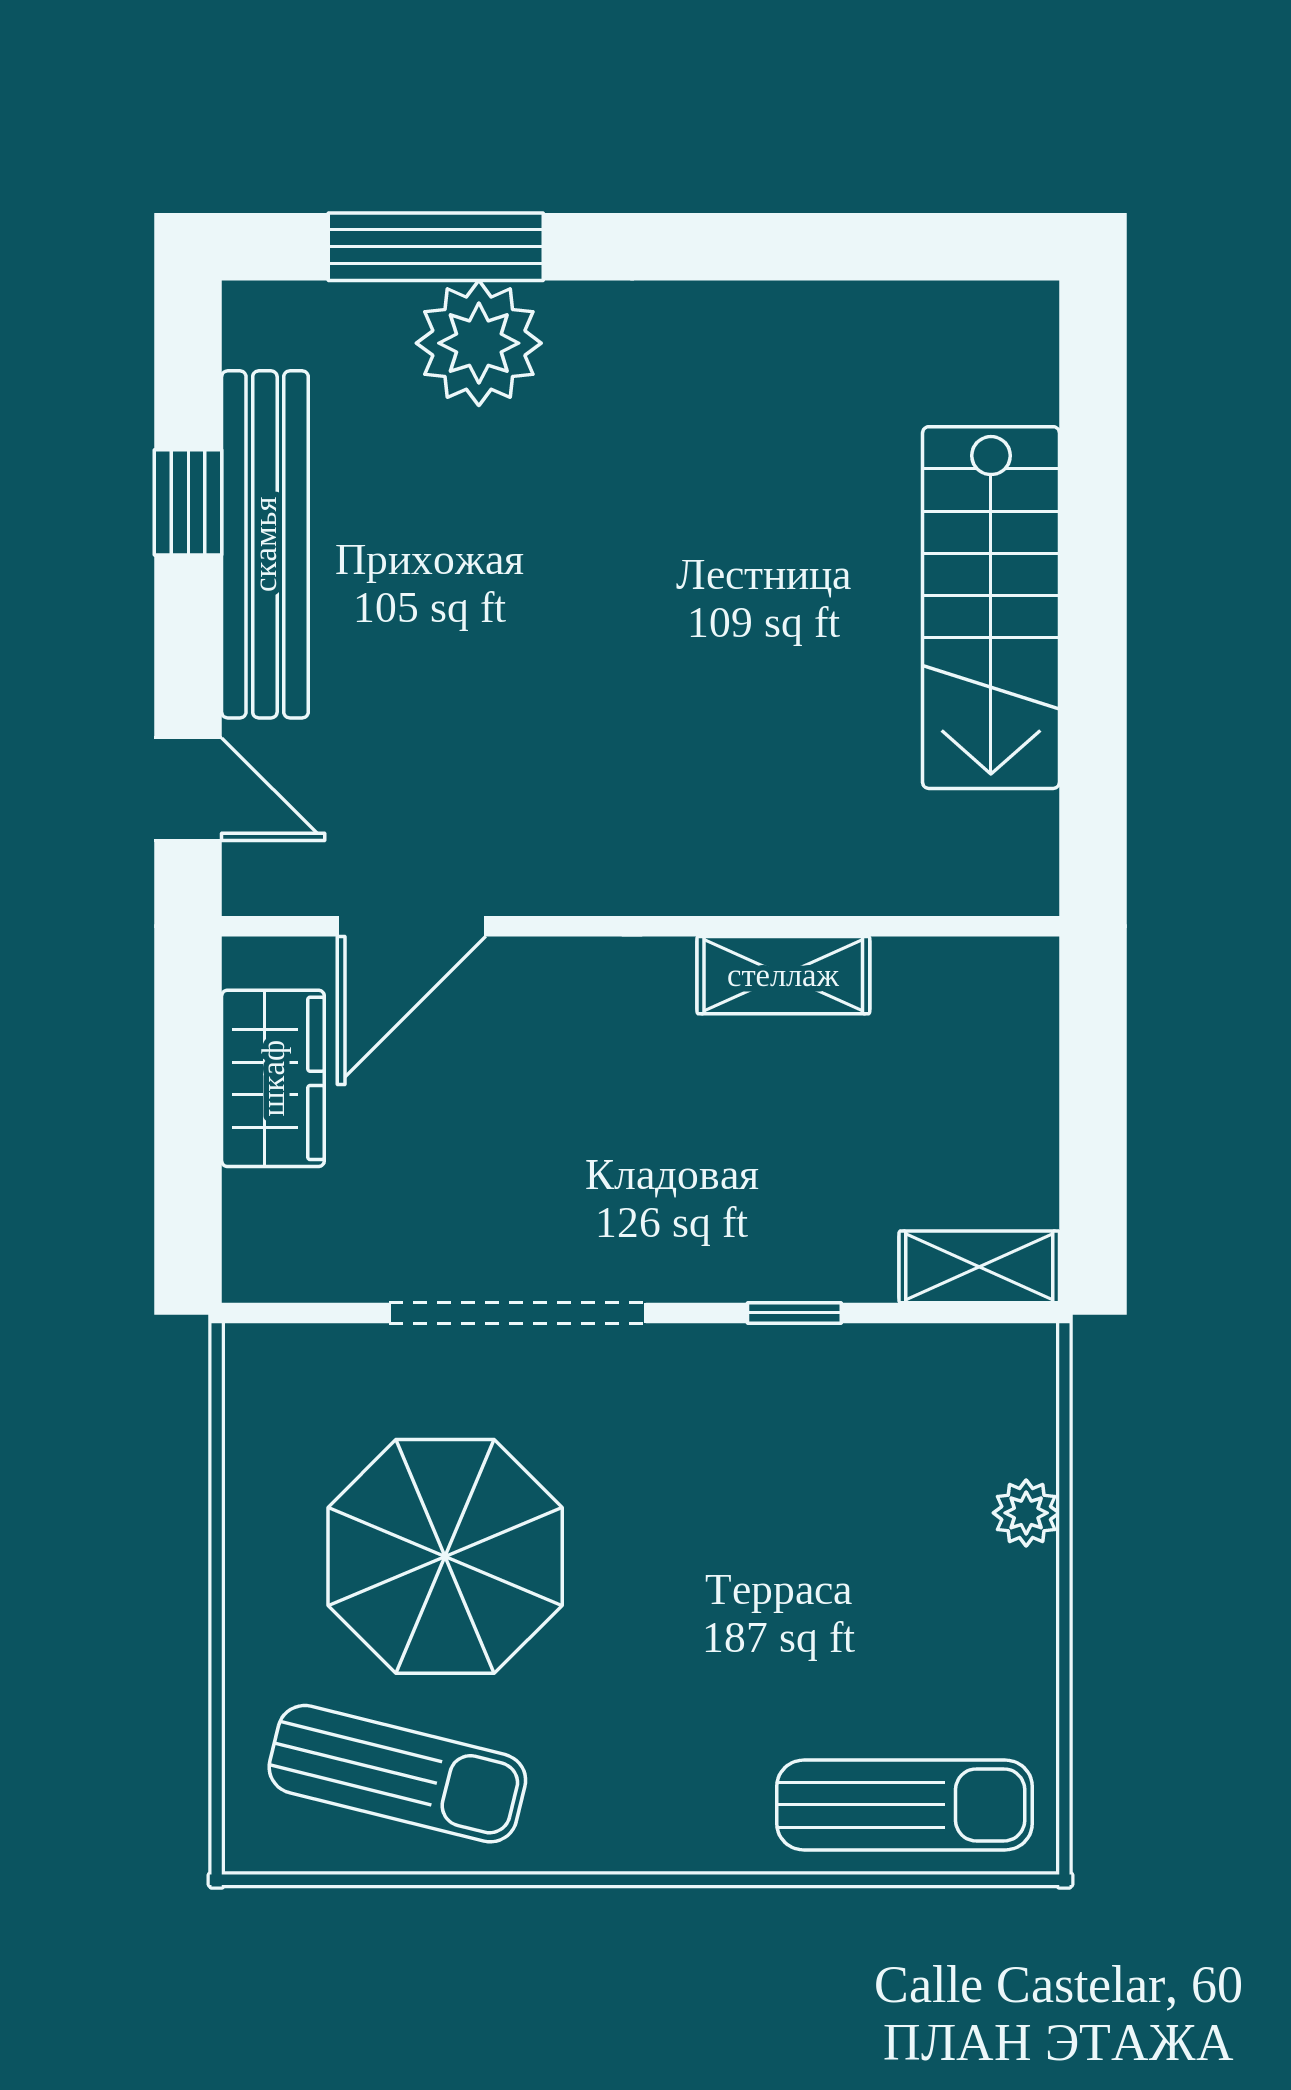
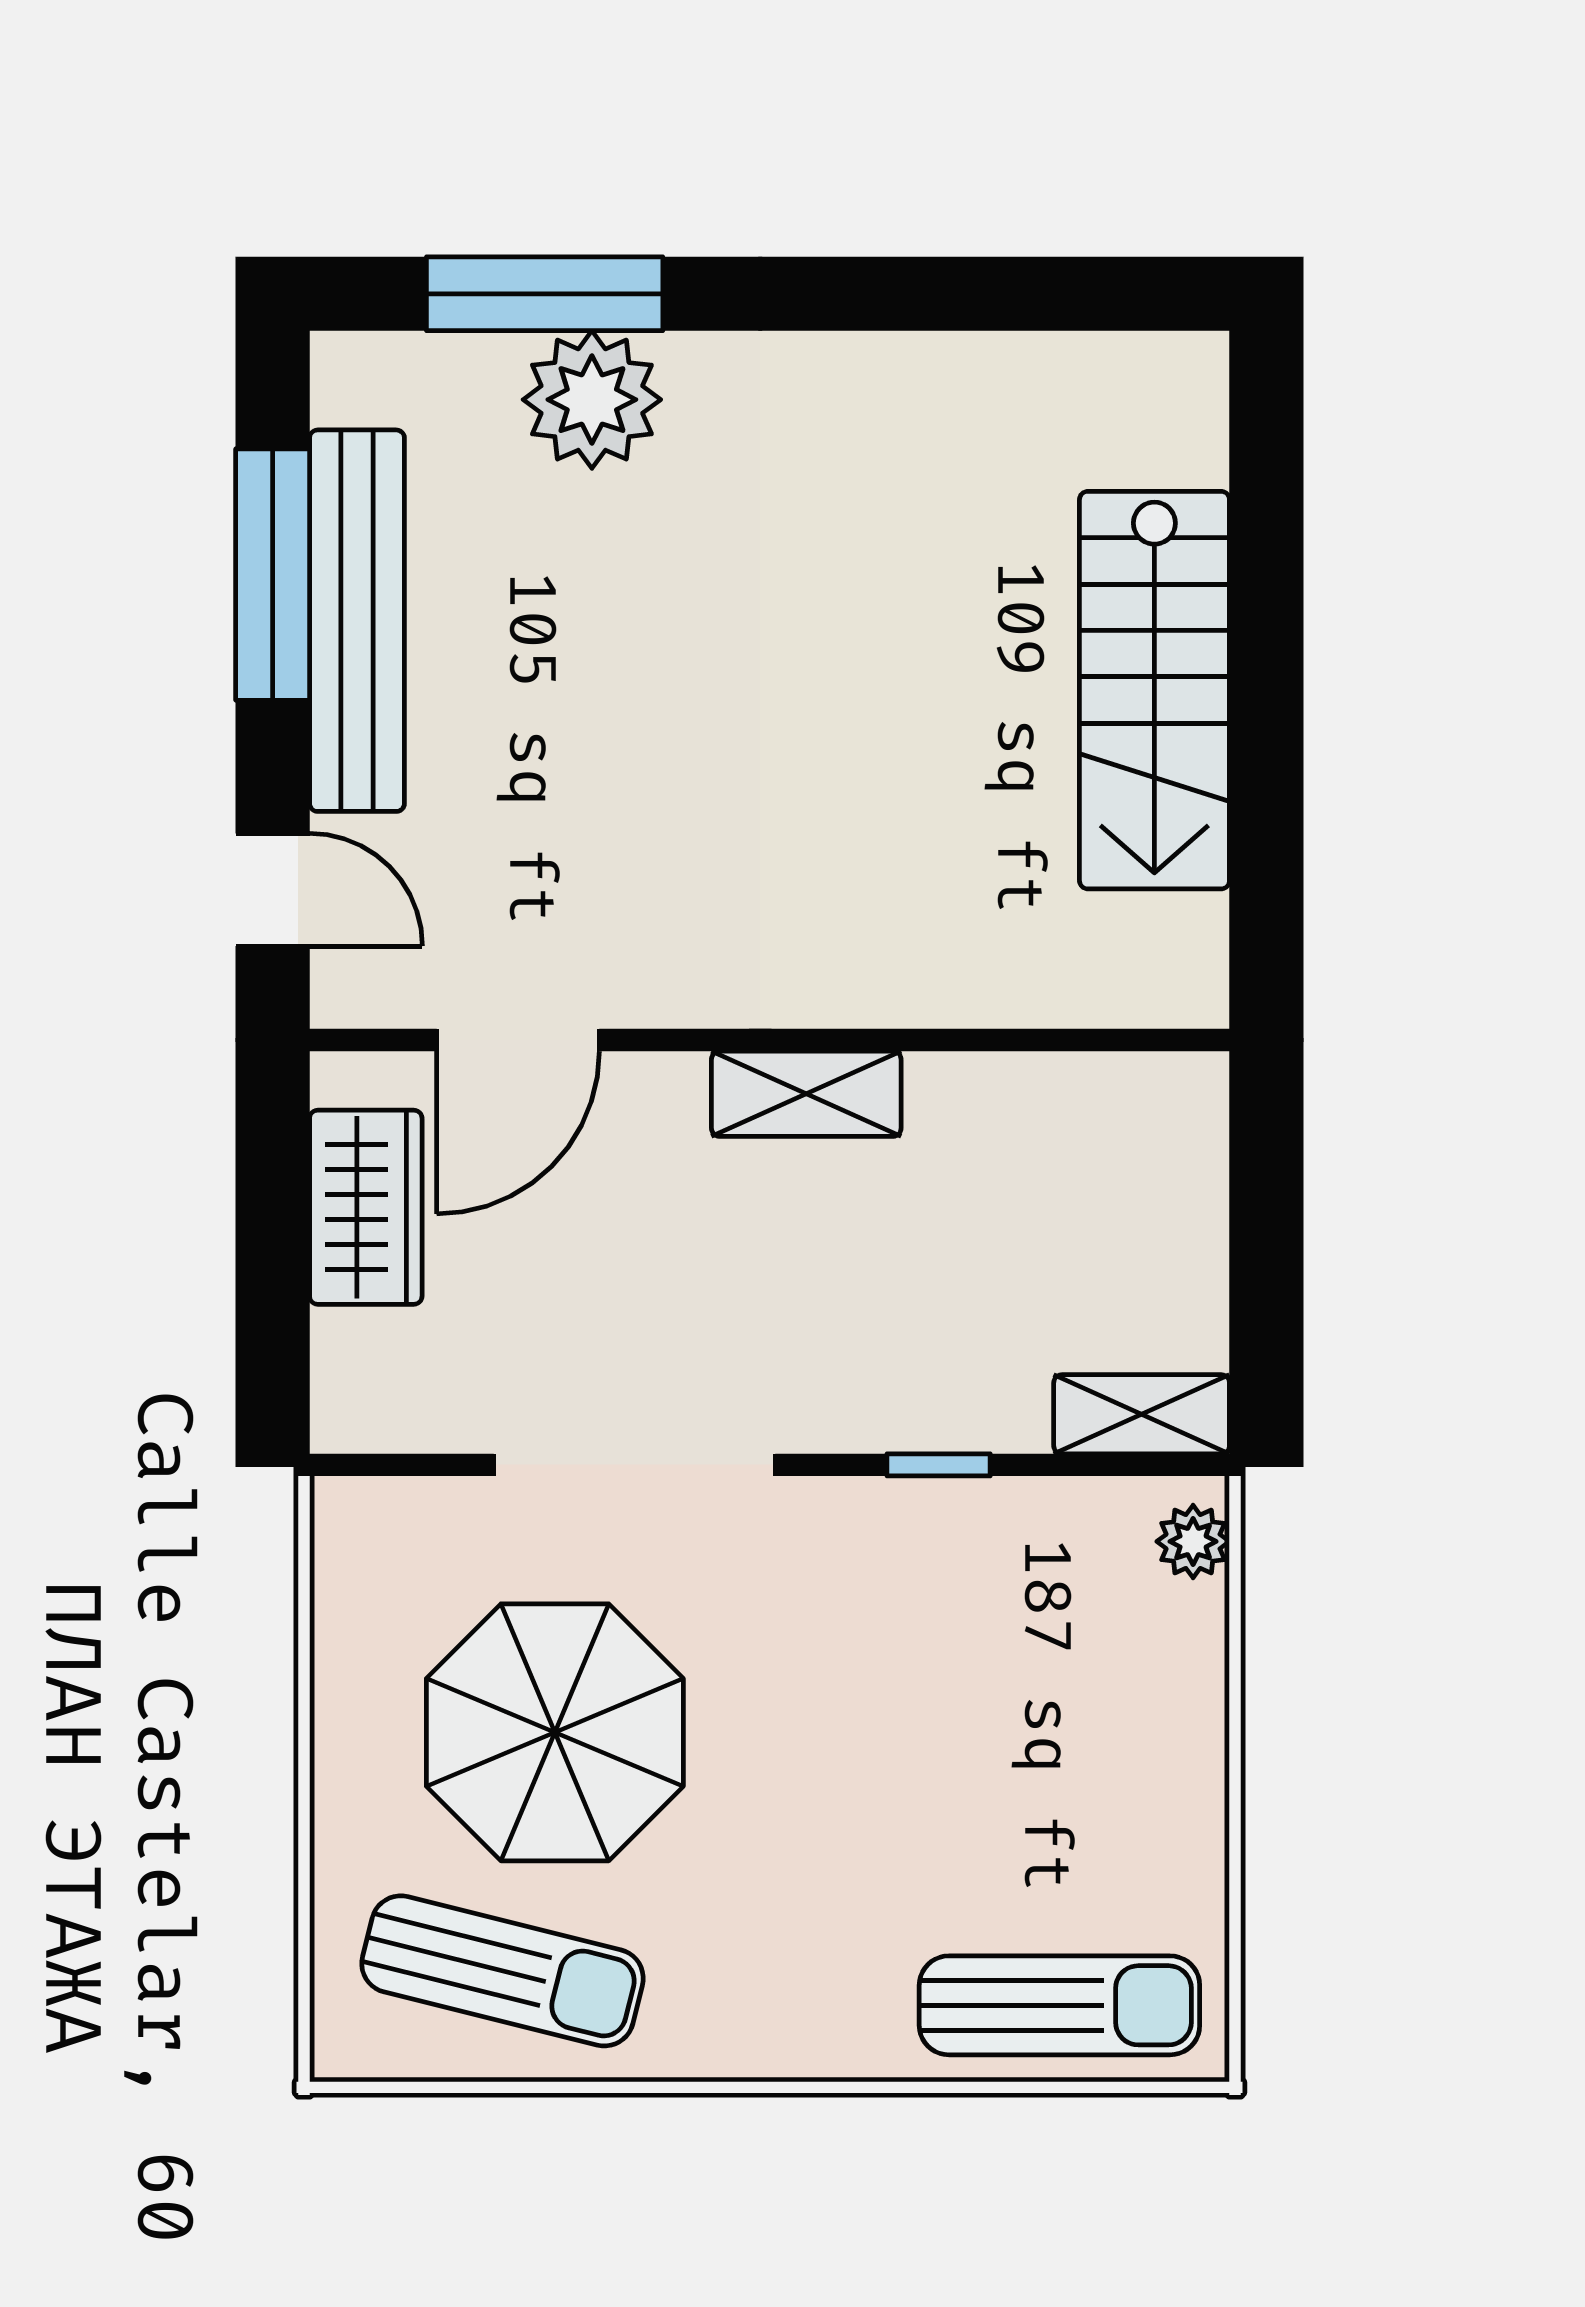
window: (188, 502) -> (273, 575), width x2.17
shelving: (783, 975) -> (806, 1094), moved
plant: (1026, 1513) -> (1193, 1541), moved

